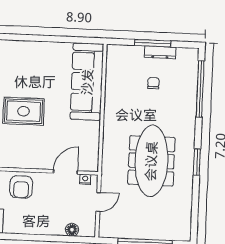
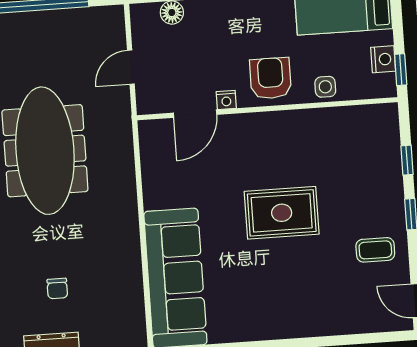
nightstand: (85, 179) -> (226, 100), moved

